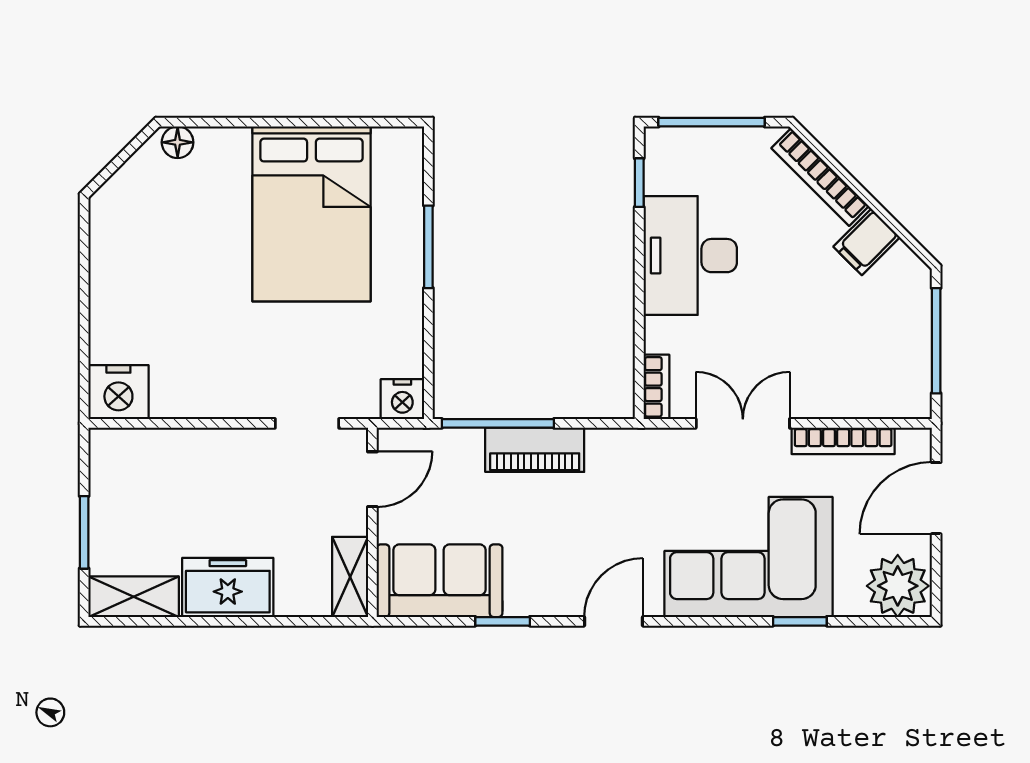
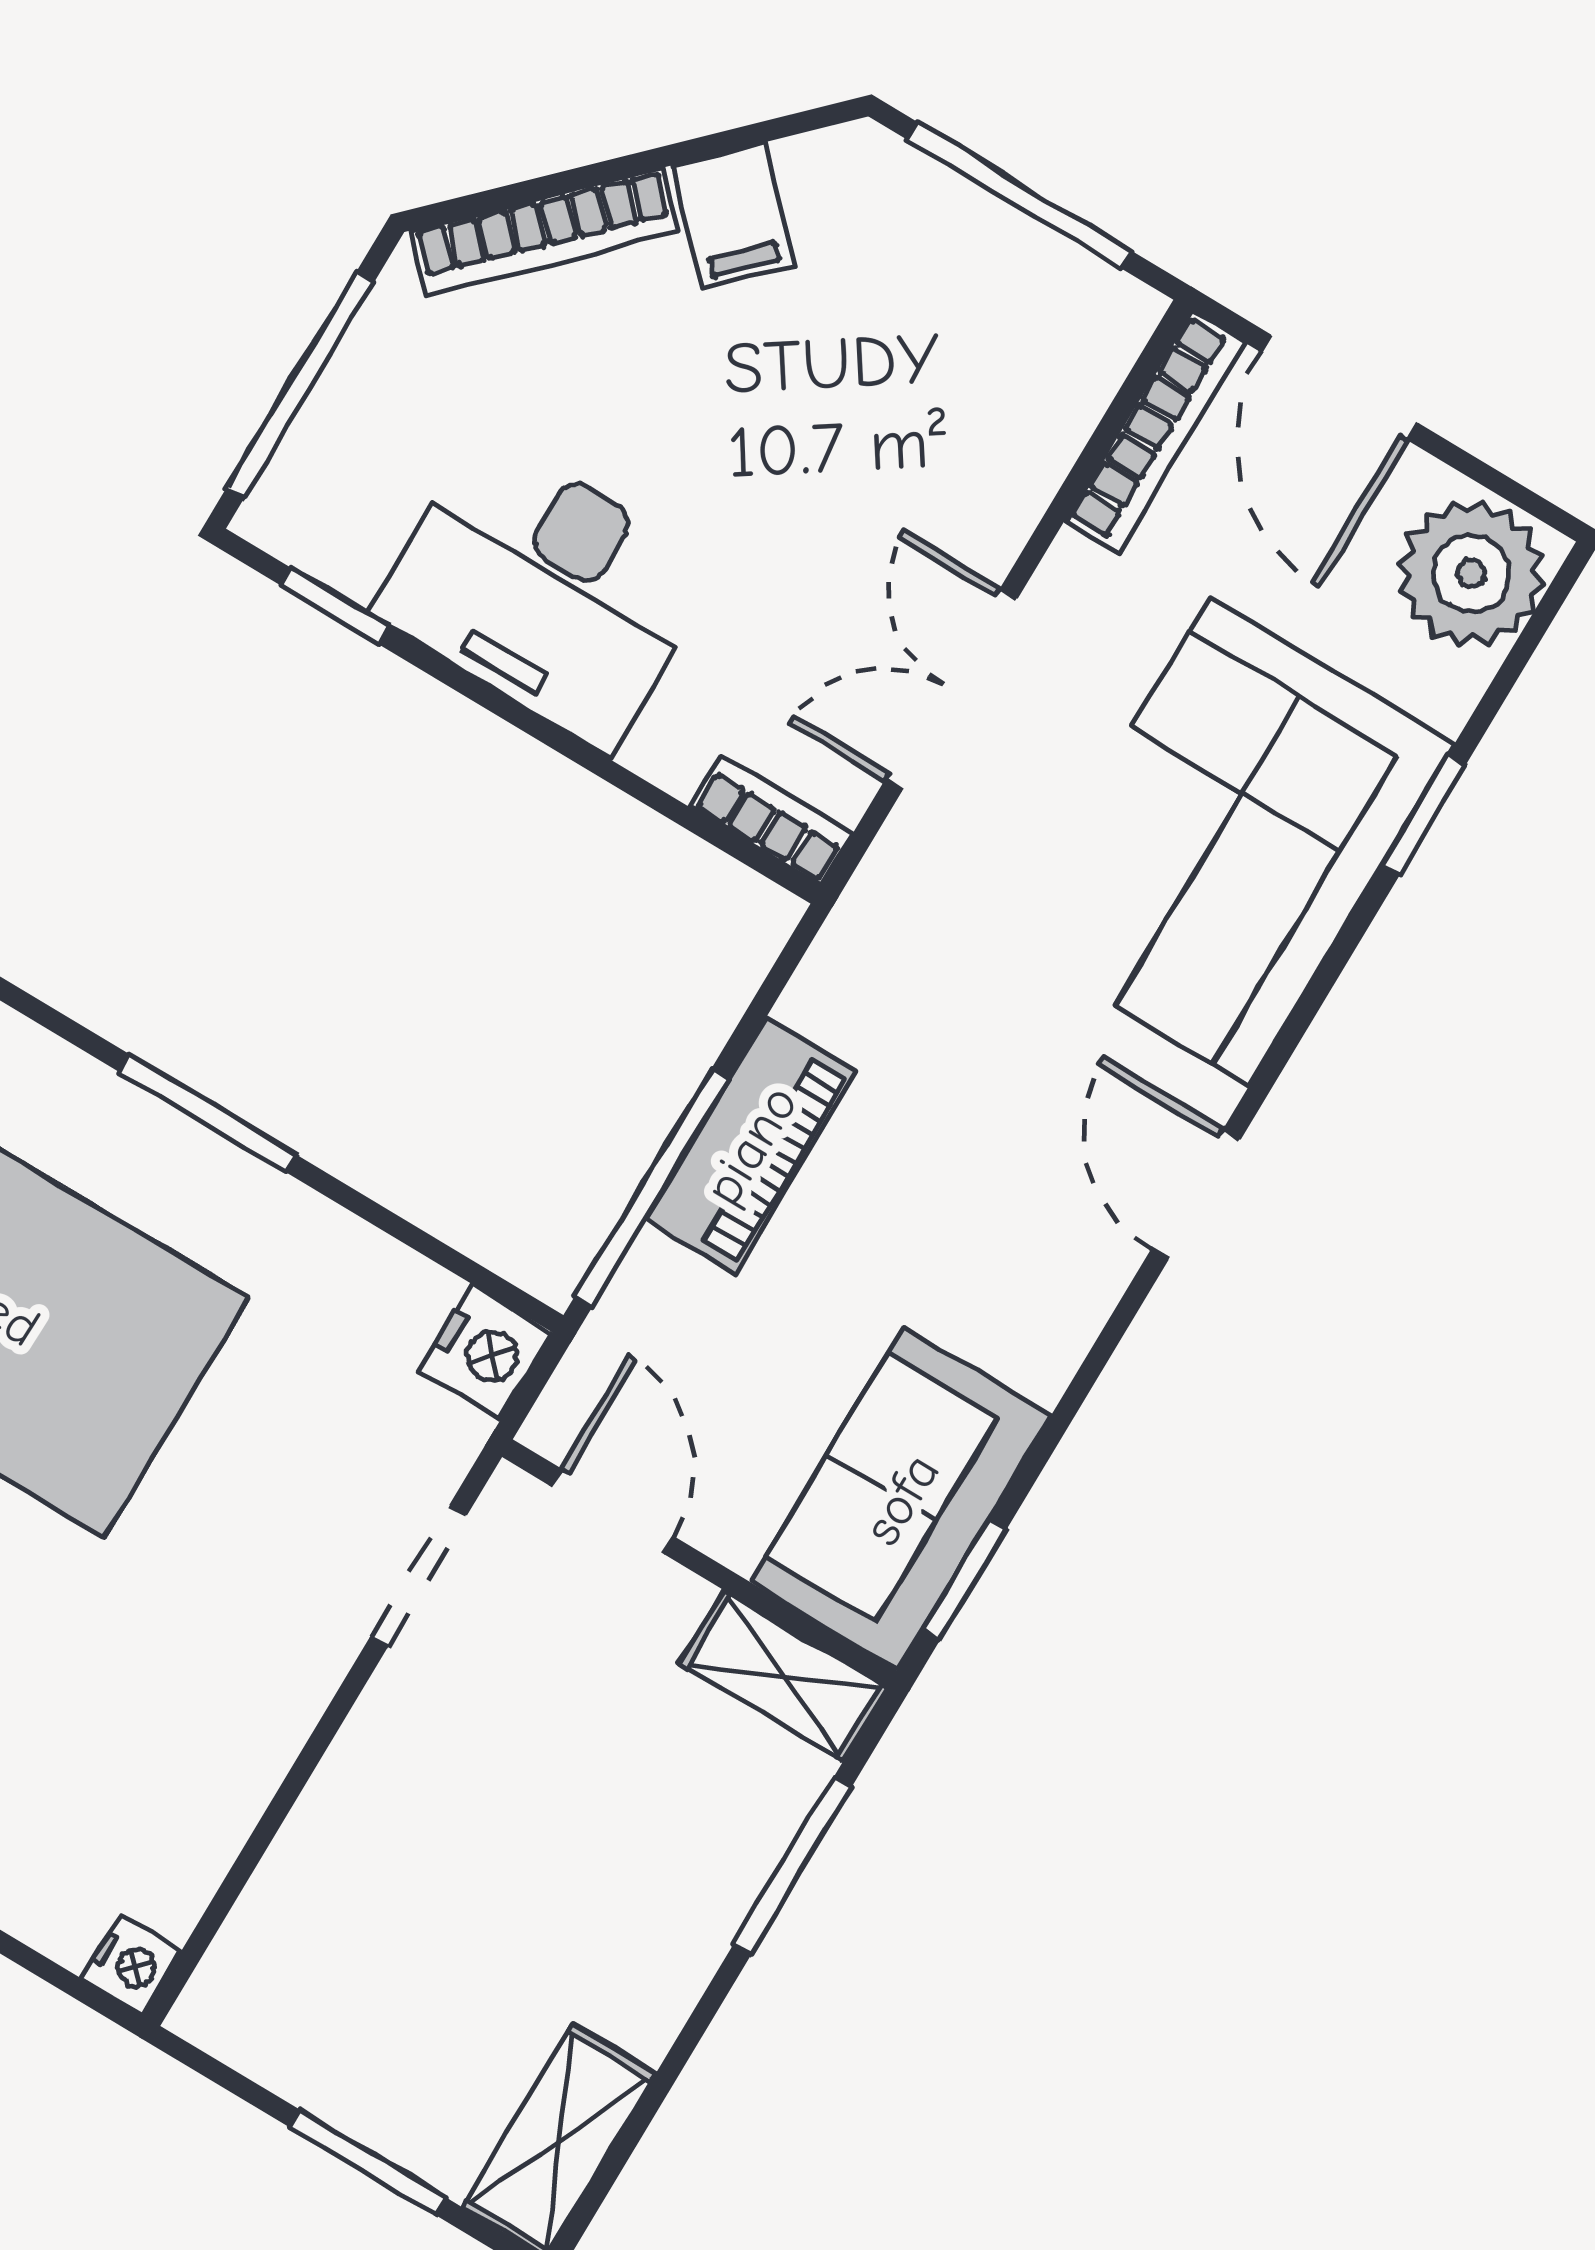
nightstand: (118, 392) -> (132, 1965), width x0.53, depth x0.56
bookcase: (843, 441) -> (1155, 431), moved
freezer: (228, 587) -> (655, 1938), removed
window: (283, 621) -> (792, 1866), added
window: (503, 621) -> (965, 1579), moved

